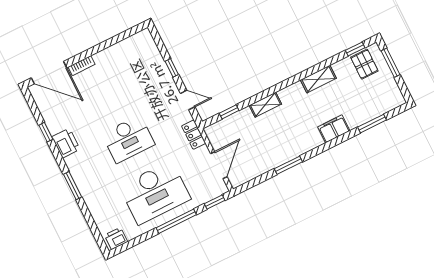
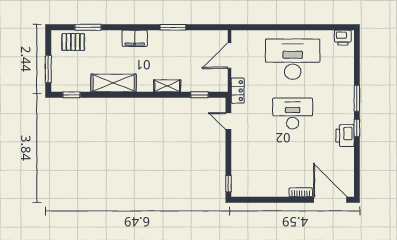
pallet: (364, 64) -> (73, 42), moved, turned 90
window: (172, 68) -> (228, 184), moved
shelving: (318, 79) -> (114, 83), width x1.50, depth x1.33
filing cabinet: (334, 129) -> (135, 38), moved
window: (46, 132) -> (357, 128), moved
window: (215, 202) -> (248, 27), removed
window: (176, 221) -> (287, 27), removed

